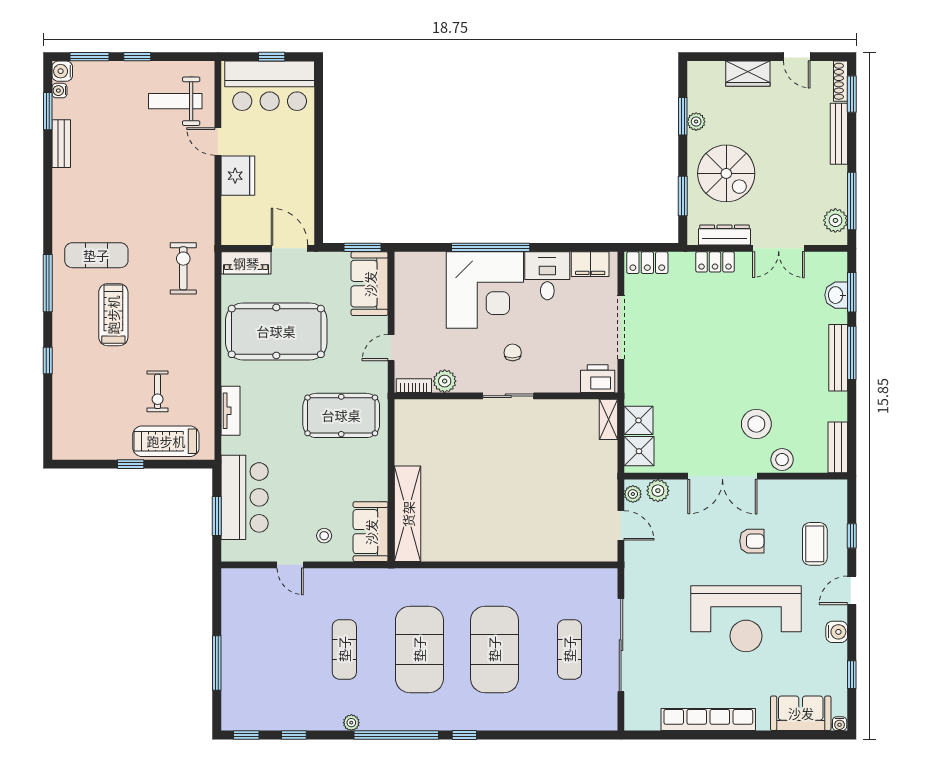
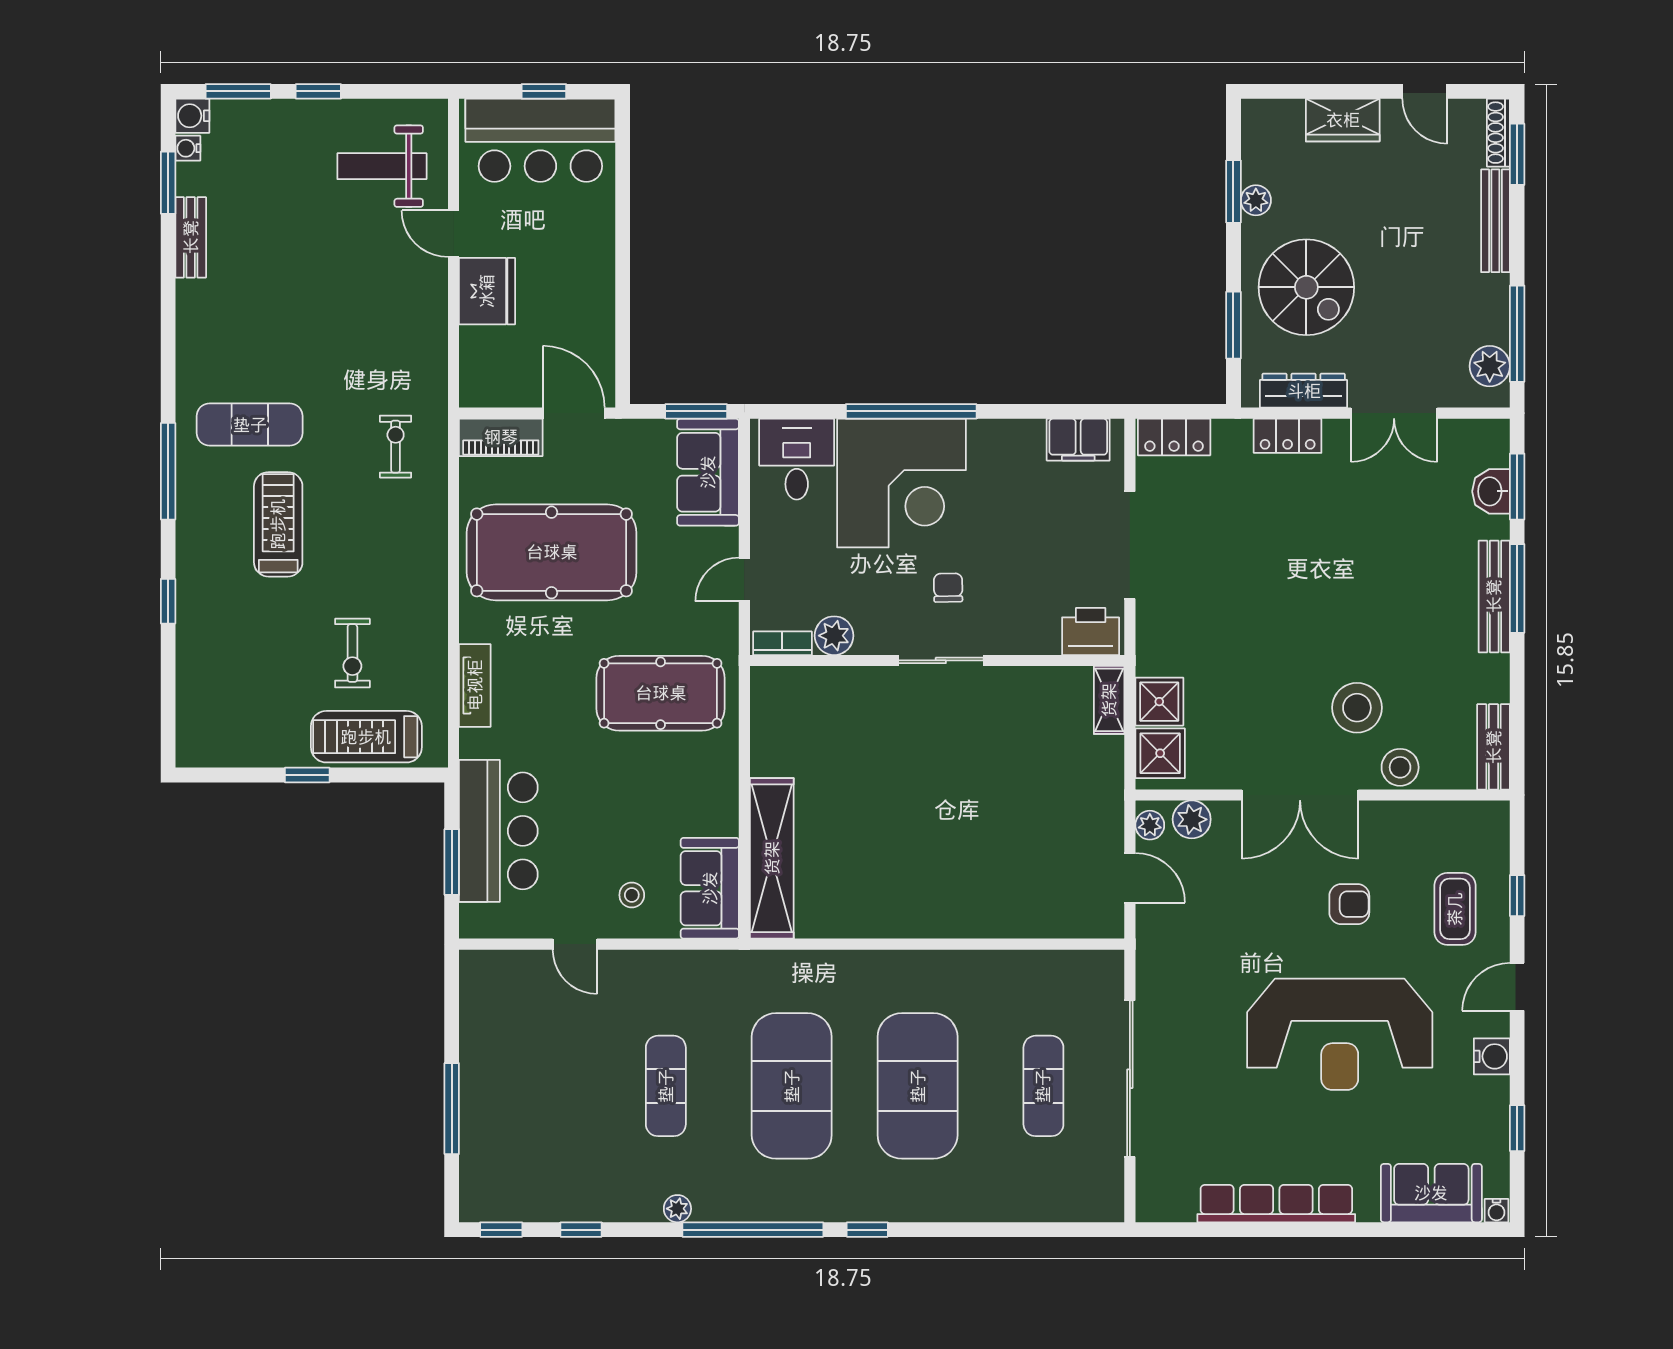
exercise bike: (183, 268) -> (396, 447), width x0.73, depth x0.72
desk: (547, 276) -> (797, 459), moved

